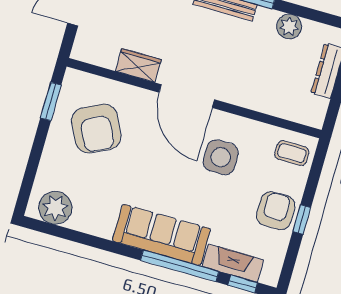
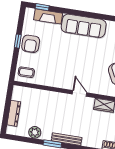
door: (187, 96) -> (80, 93), width x0.53
side table: (221, 157) -> (60, 66), removed
window: (180, 266) -> (73, 12), removed

